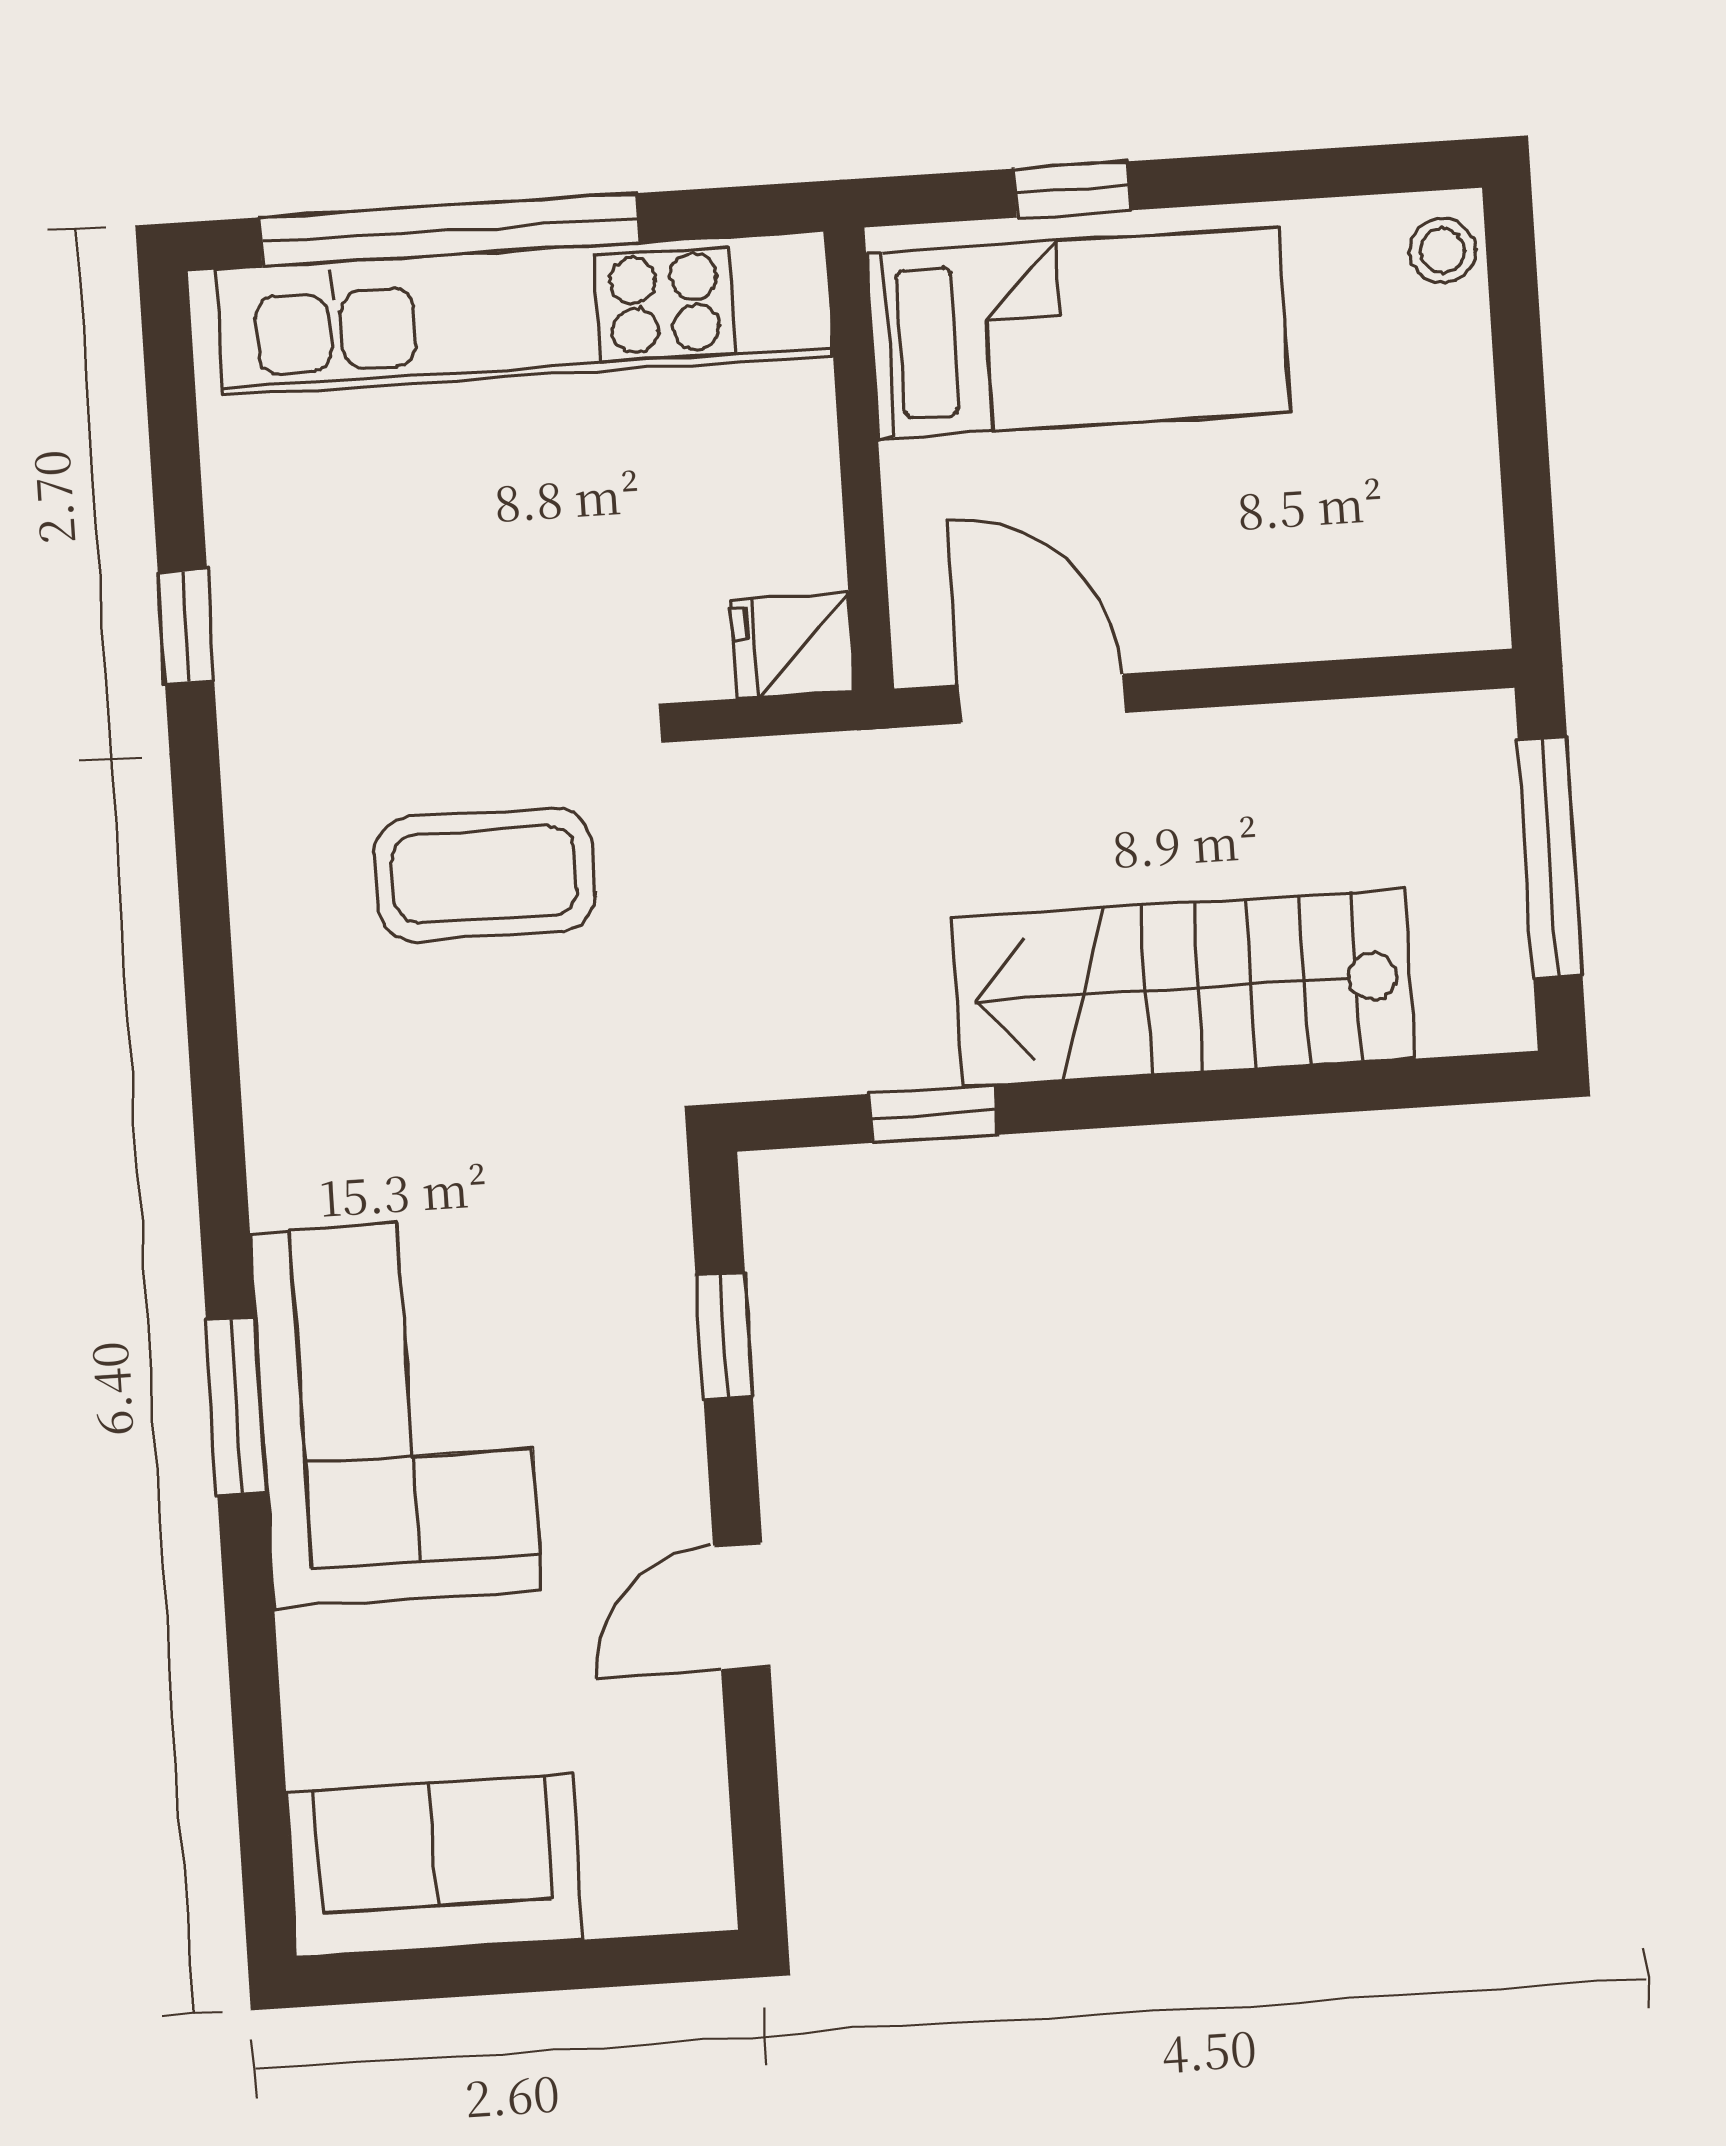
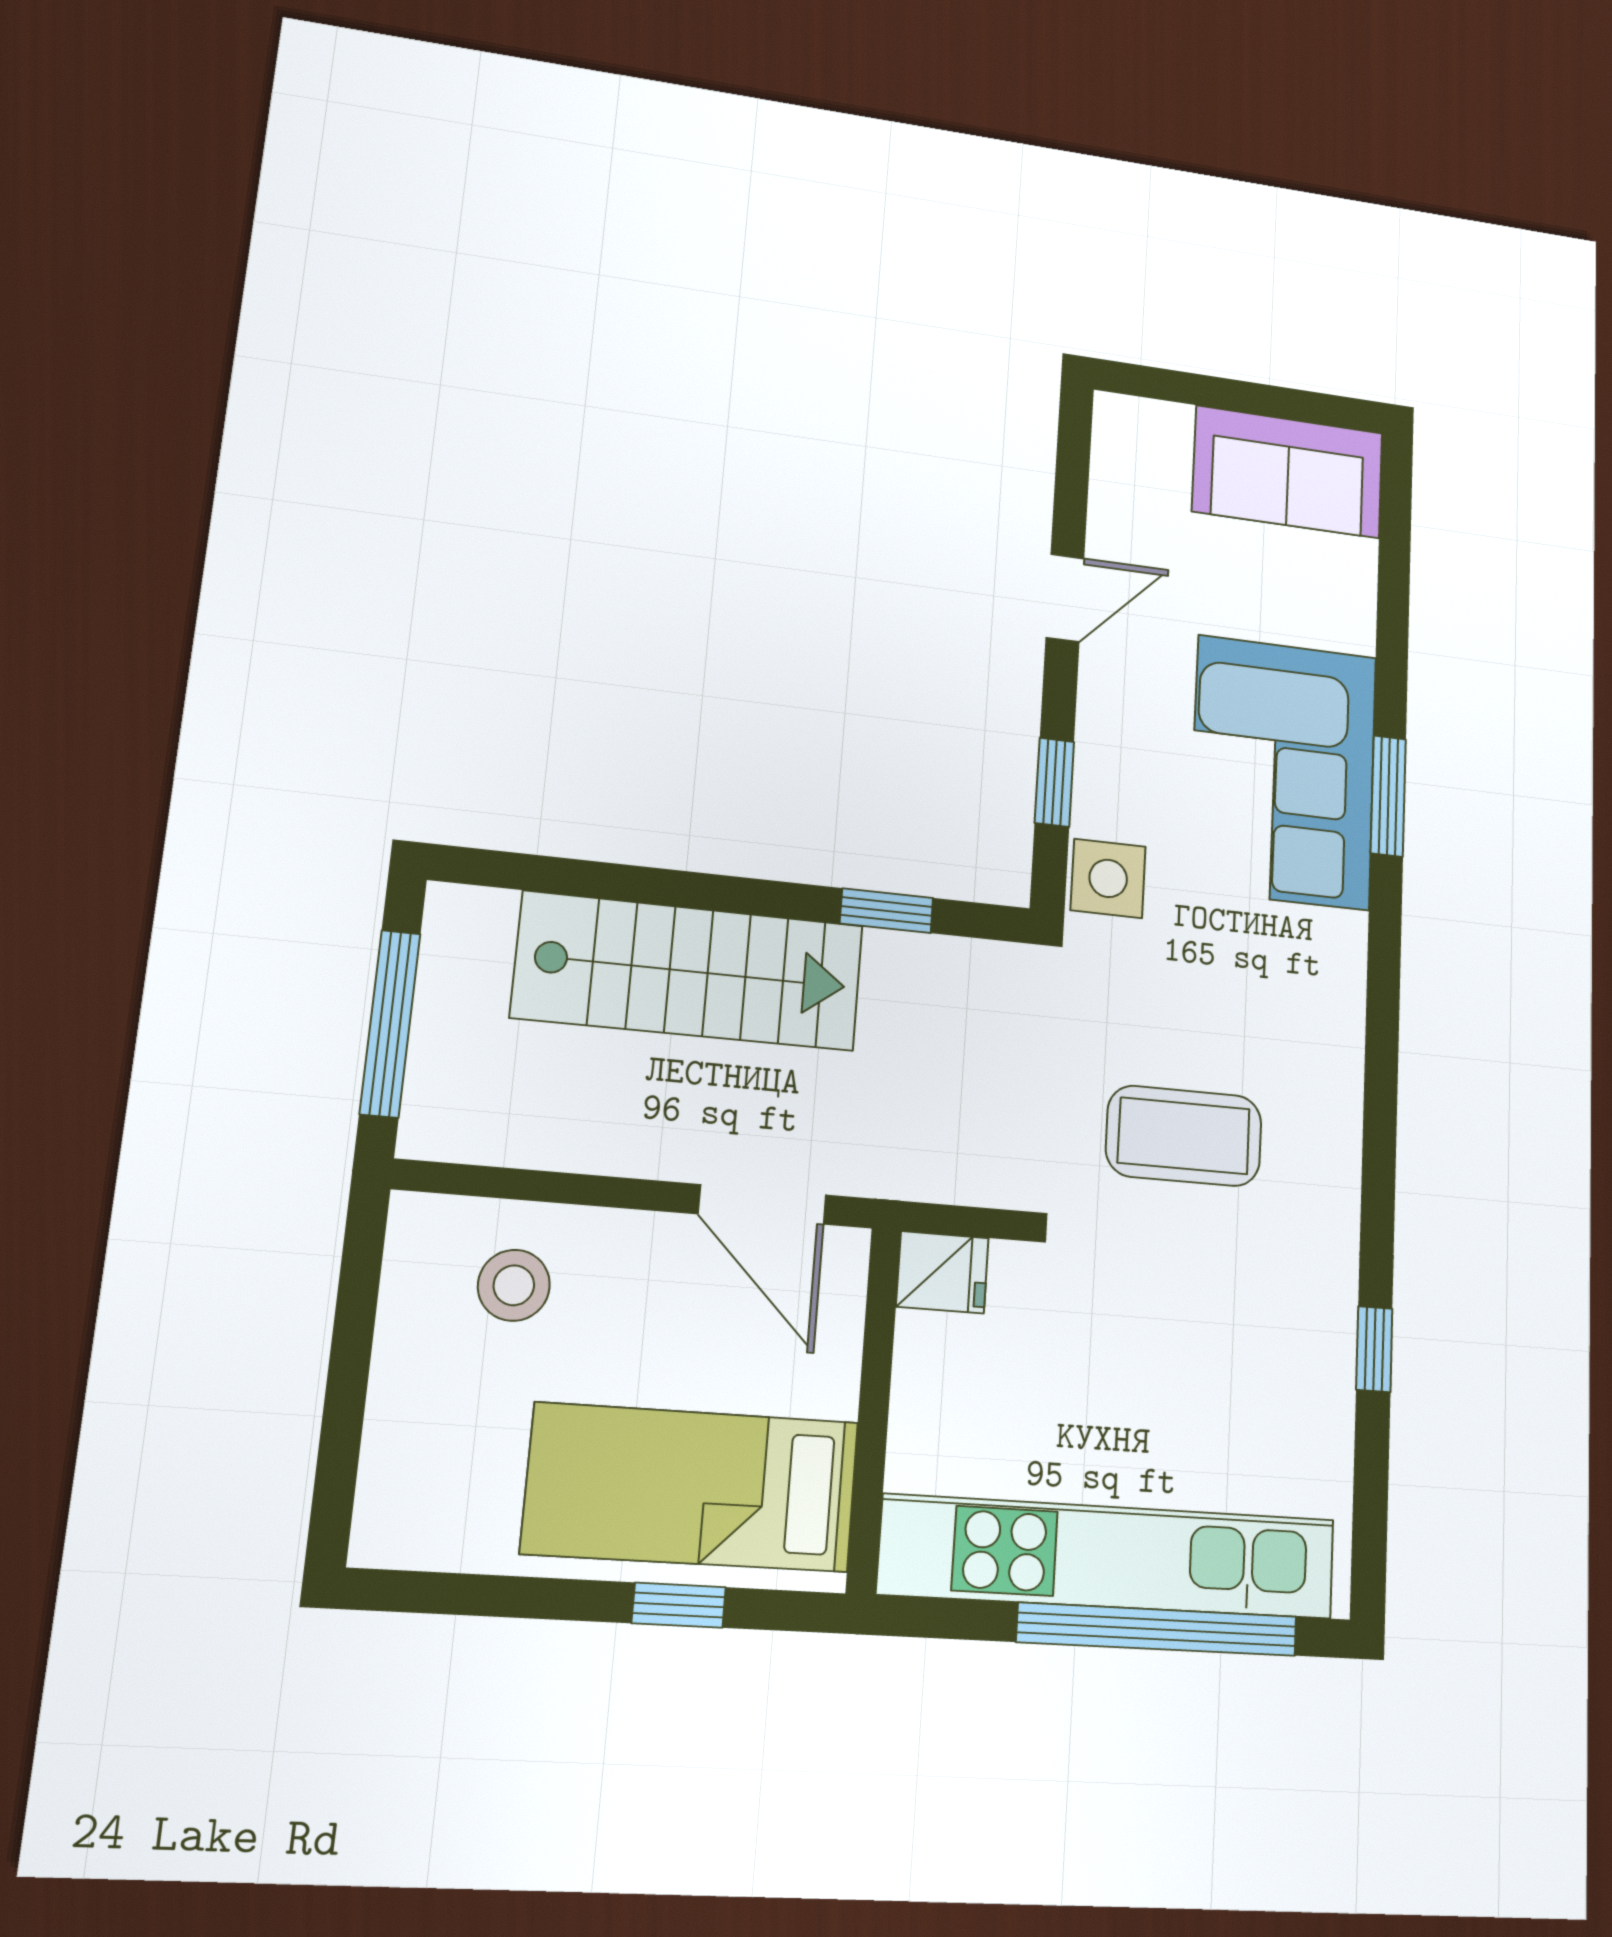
stool: (1443, 251) -> (514, 1285), moved, width x1.37, depth x1.37
side table: (632, 1213) -> (1108, 878), added

